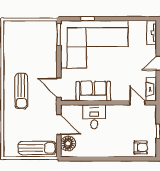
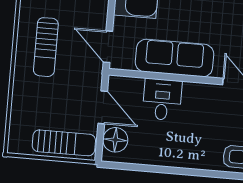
sofa: (93, 91) -> (174, 58), width x1.36

